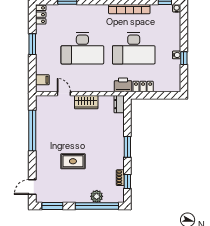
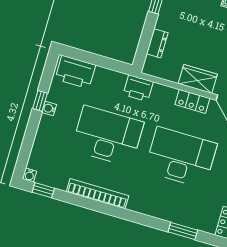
printer: (167, 83) -> (75, 72), added
locker: (143, 87) -> (192, 101), moved
dresser: (119, 104) -> (157, 43), moved

